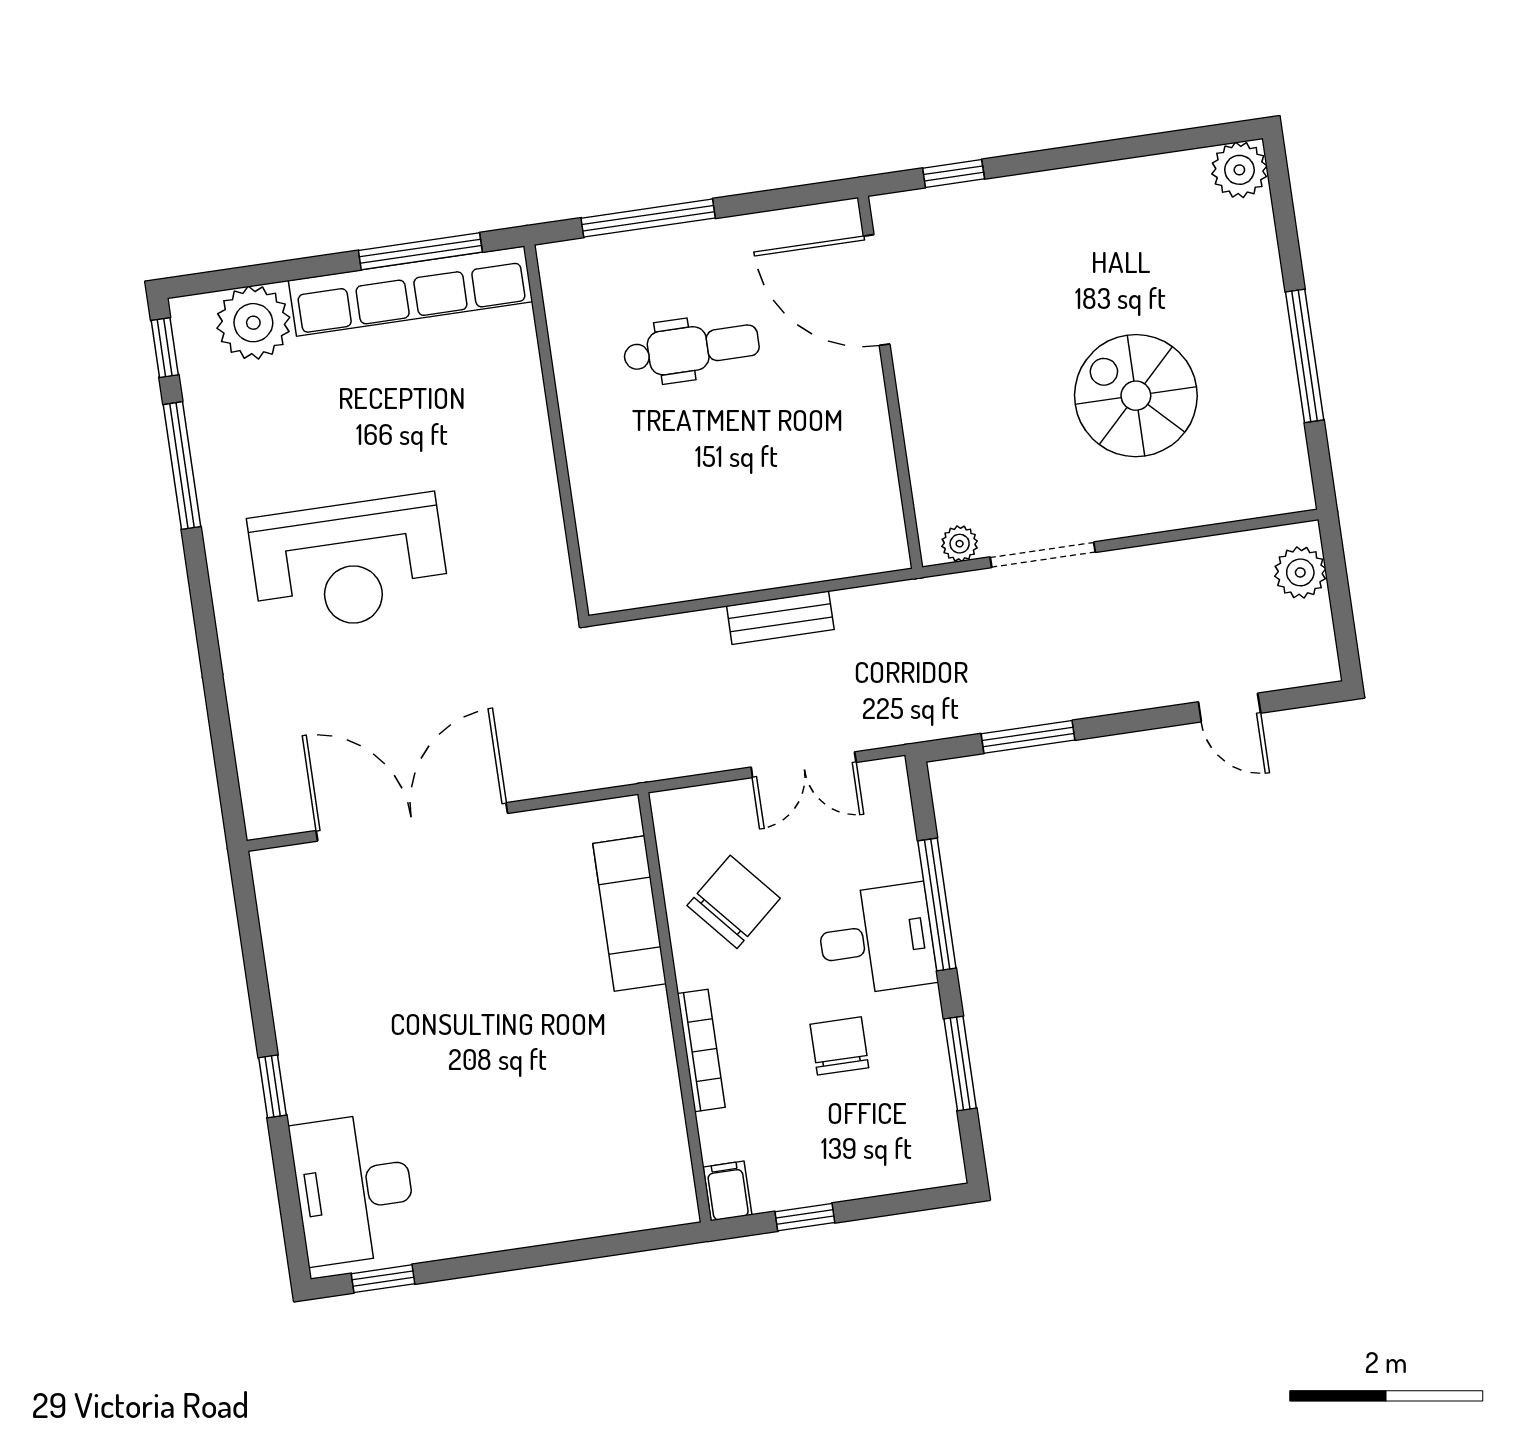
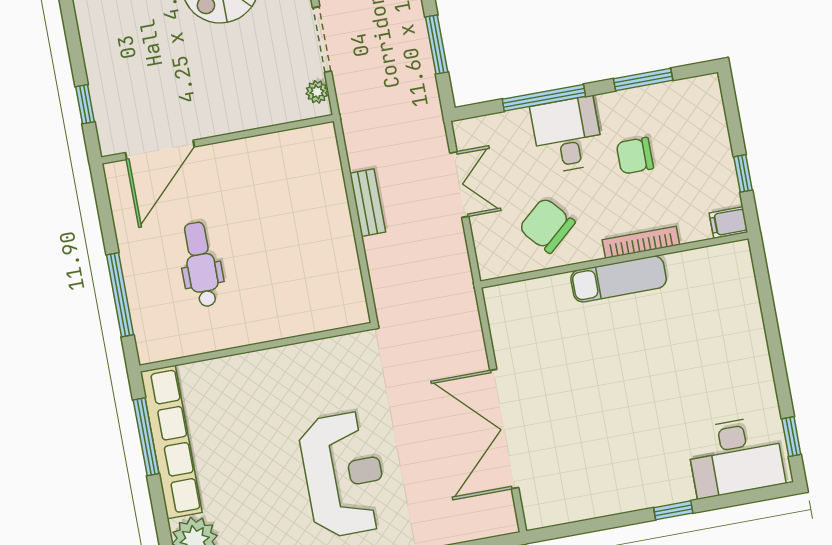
exam couch: (630, 914) -> (619, 279), moved

